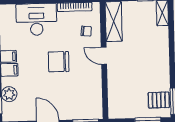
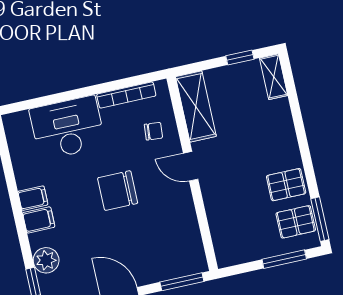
pallet: (157, 77) -> (286, 185), added

